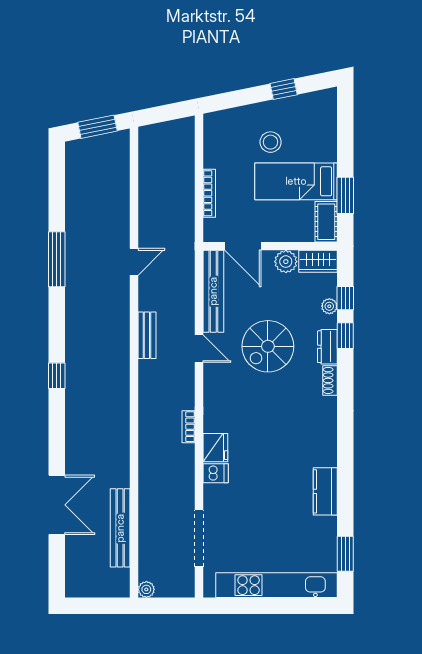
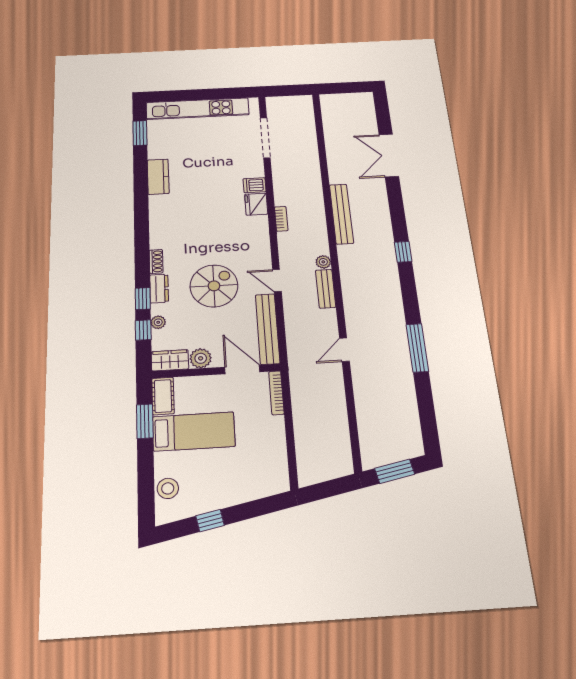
stool: (271, 142) -> (168, 488), moved
bookcase: (209, 193) -> (276, 393), moved
bench: (120, 528) -> (341, 214), moved
plant: (146, 589) -> (323, 262), moved

